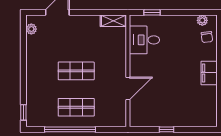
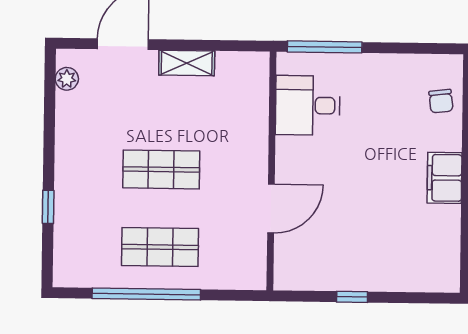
window: (152, 12) -> (325, 47), width x2.17
plant: (202, 20) -> (432, 65), removed
shelving: (113, 21) -> (187, 63), moved
window: (23, 112) -> (48, 207), moved

